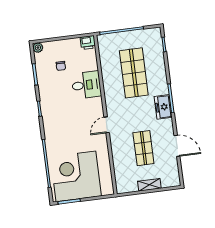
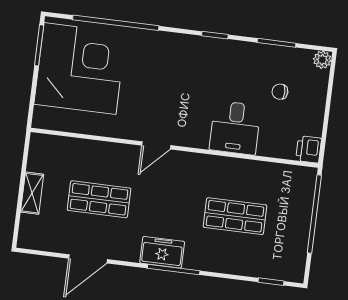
shop shelf: (134, 73) -> (235, 216), width x0.70, depth x0.74
door: (107, 125) -> (156, 145), swing flipped

